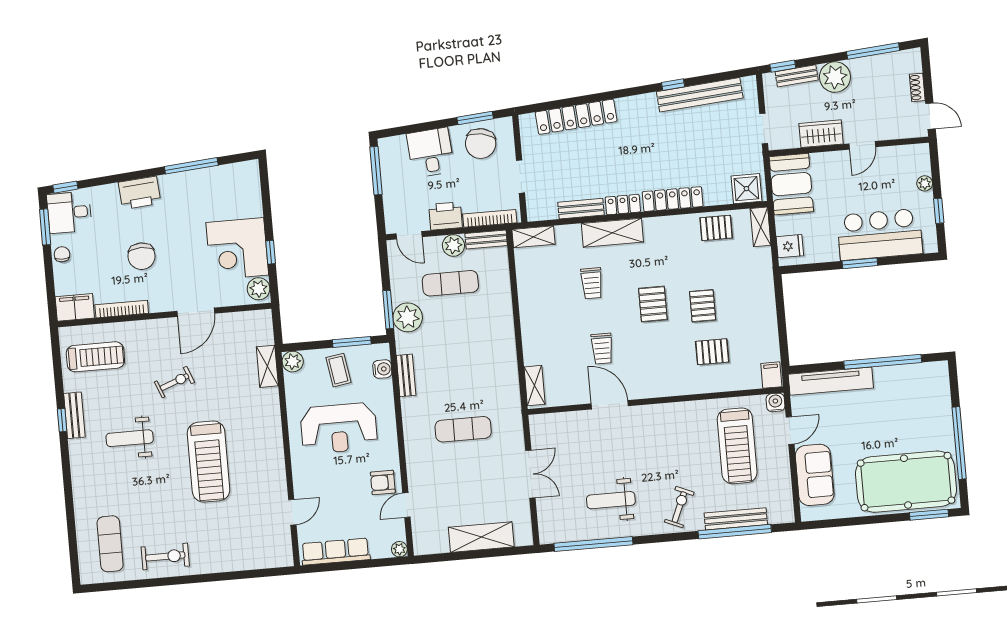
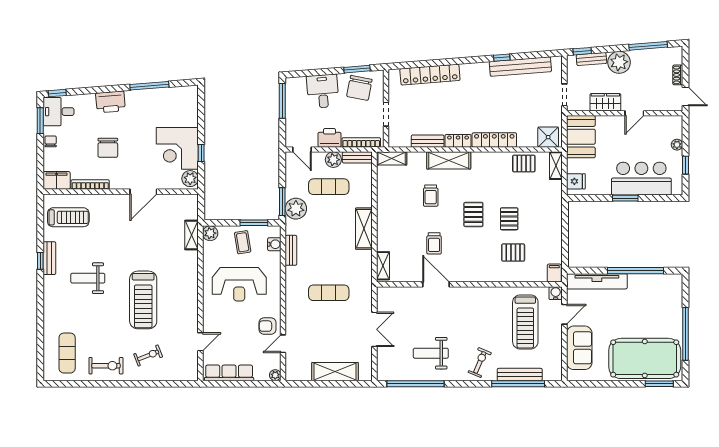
shelving: (504, 337) -> (364, 229), added
exercise bike: (175, 382) -> (148, 355), moved

